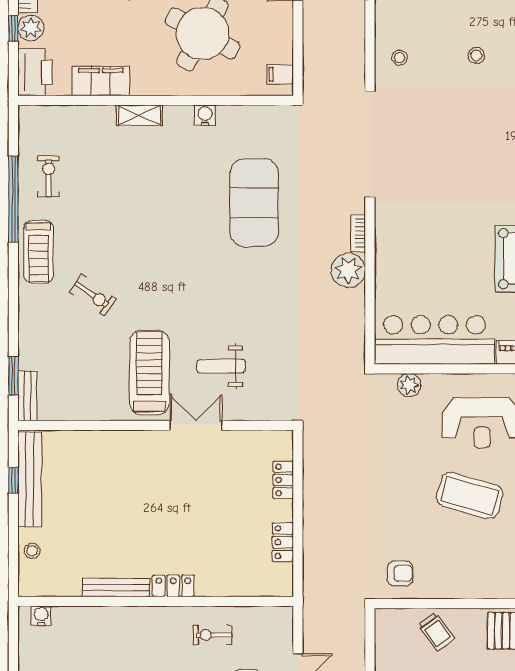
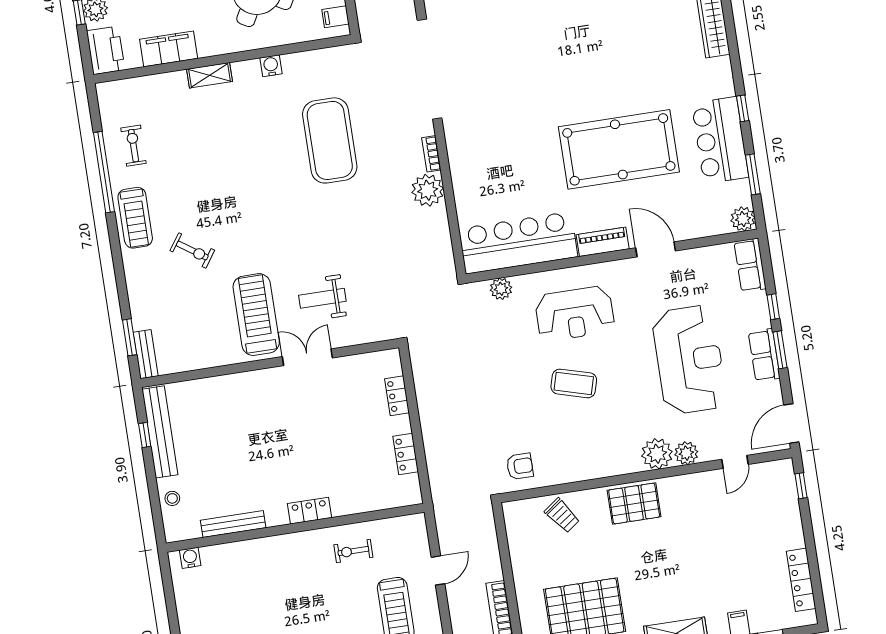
coffee table: (470, 496) -> (574, 383), width x0.73, depth x0.76
bench: (116, 587) -> (233, 524), moved

